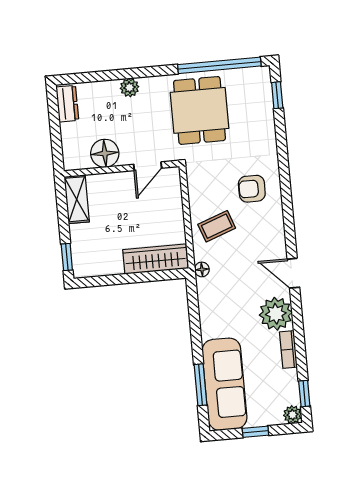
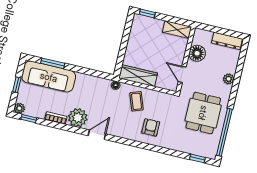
dresser: (67, 104) -> (227, 41), width x1.44
dining table: (199, 110) -> (203, 113), turned 90
wardrobe: (155, 259) -> (138, 76), moved, turned -90

